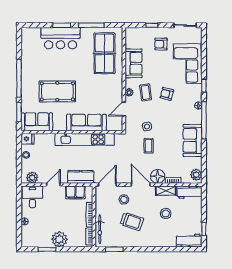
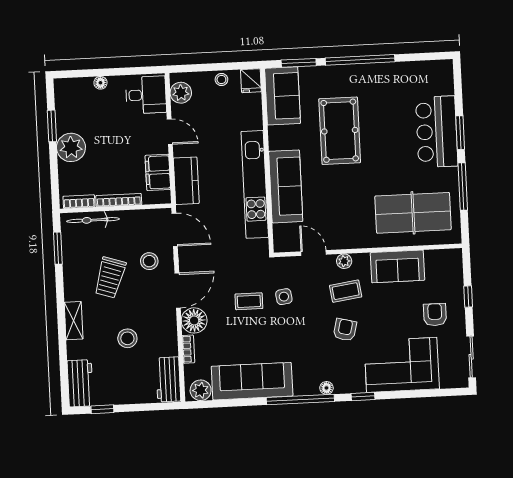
sofa: (193, 140) -> (252, 381), width x1.36
shelving: (166, 191) -> (74, 321), moved

